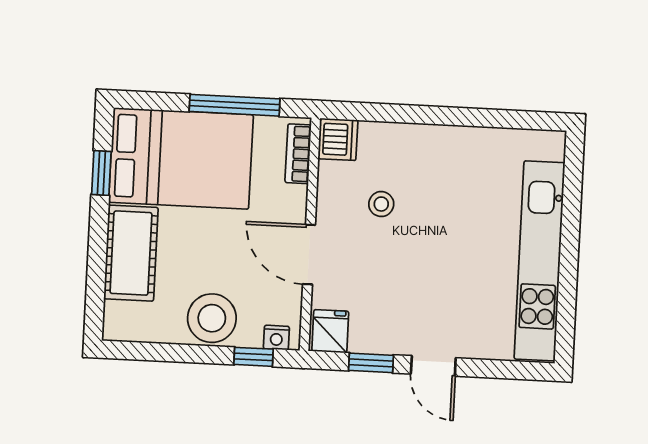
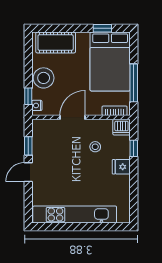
window: (390, 113) -> (134, 148), added
cot: (131, 253) -> (56, 42), moved
fridge: (330, 331) -> (121, 167), moved, turned 180

